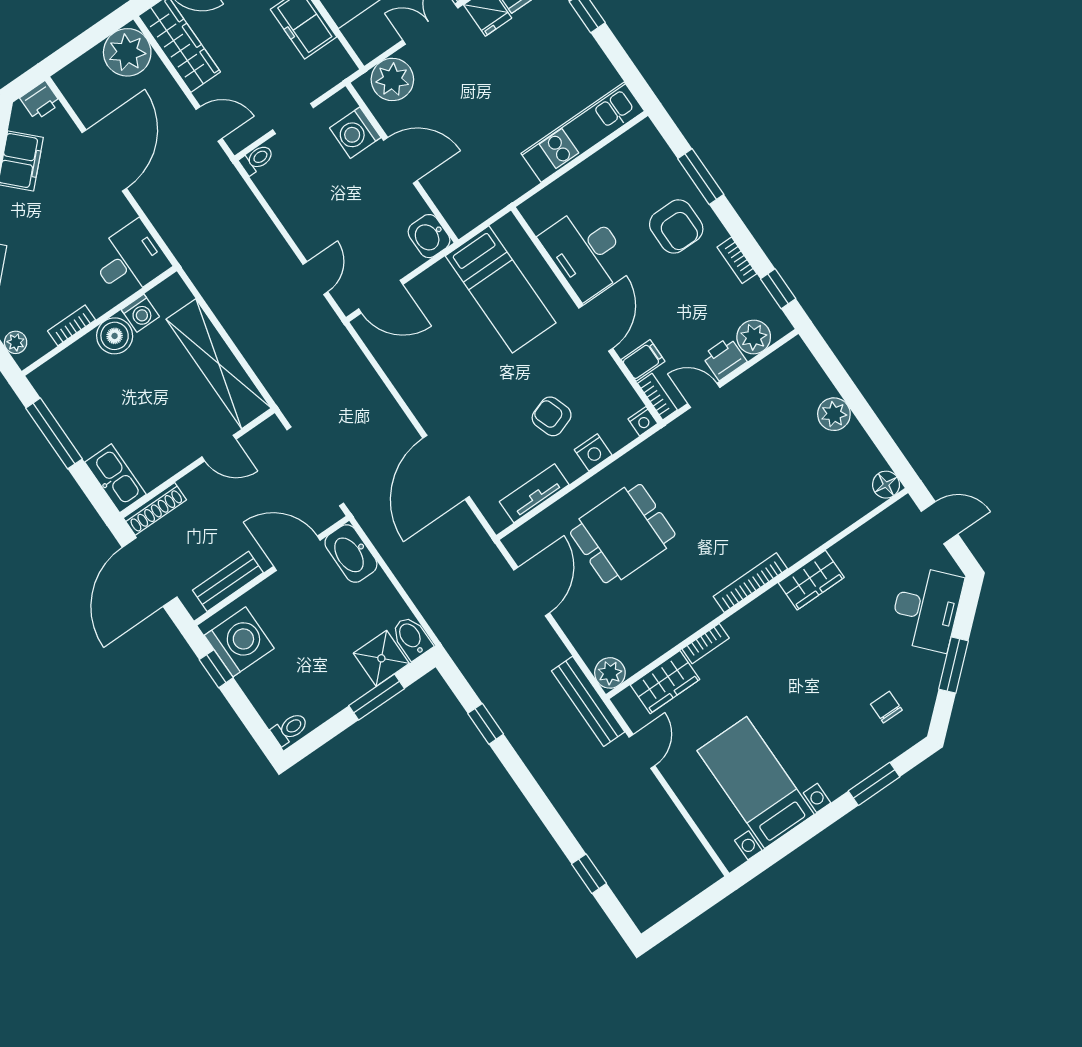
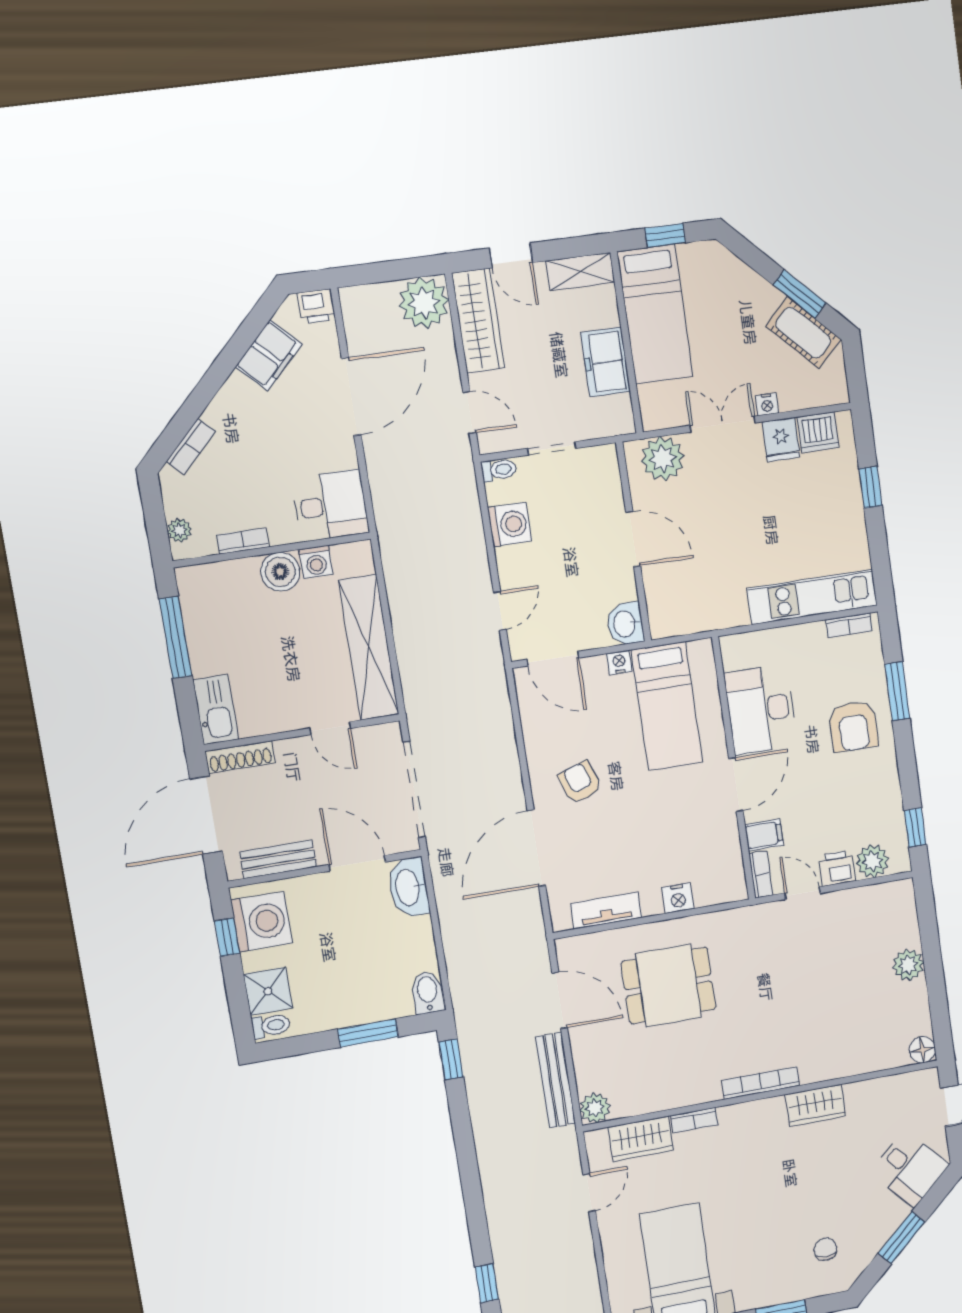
washing machine: (355, 133) -> (510, 524), moved, turned 180
bookcase: (737, 260) -> (849, 625), moved, turned -90
armchair: (552, 416) -> (580, 782), moved
nightstand: (643, 421) -> (619, 663), moved, turned 180
door: (532, 591) -> (560, 1000), hinge flipped
desk: (926, 609) -> (909, 1169), width x0.73
shower: (381, 658) -> (268, 991), moved
bench: (588, 701) -> (556, 1080), moved
window: (486, 724) -> (451, 1059), moved

